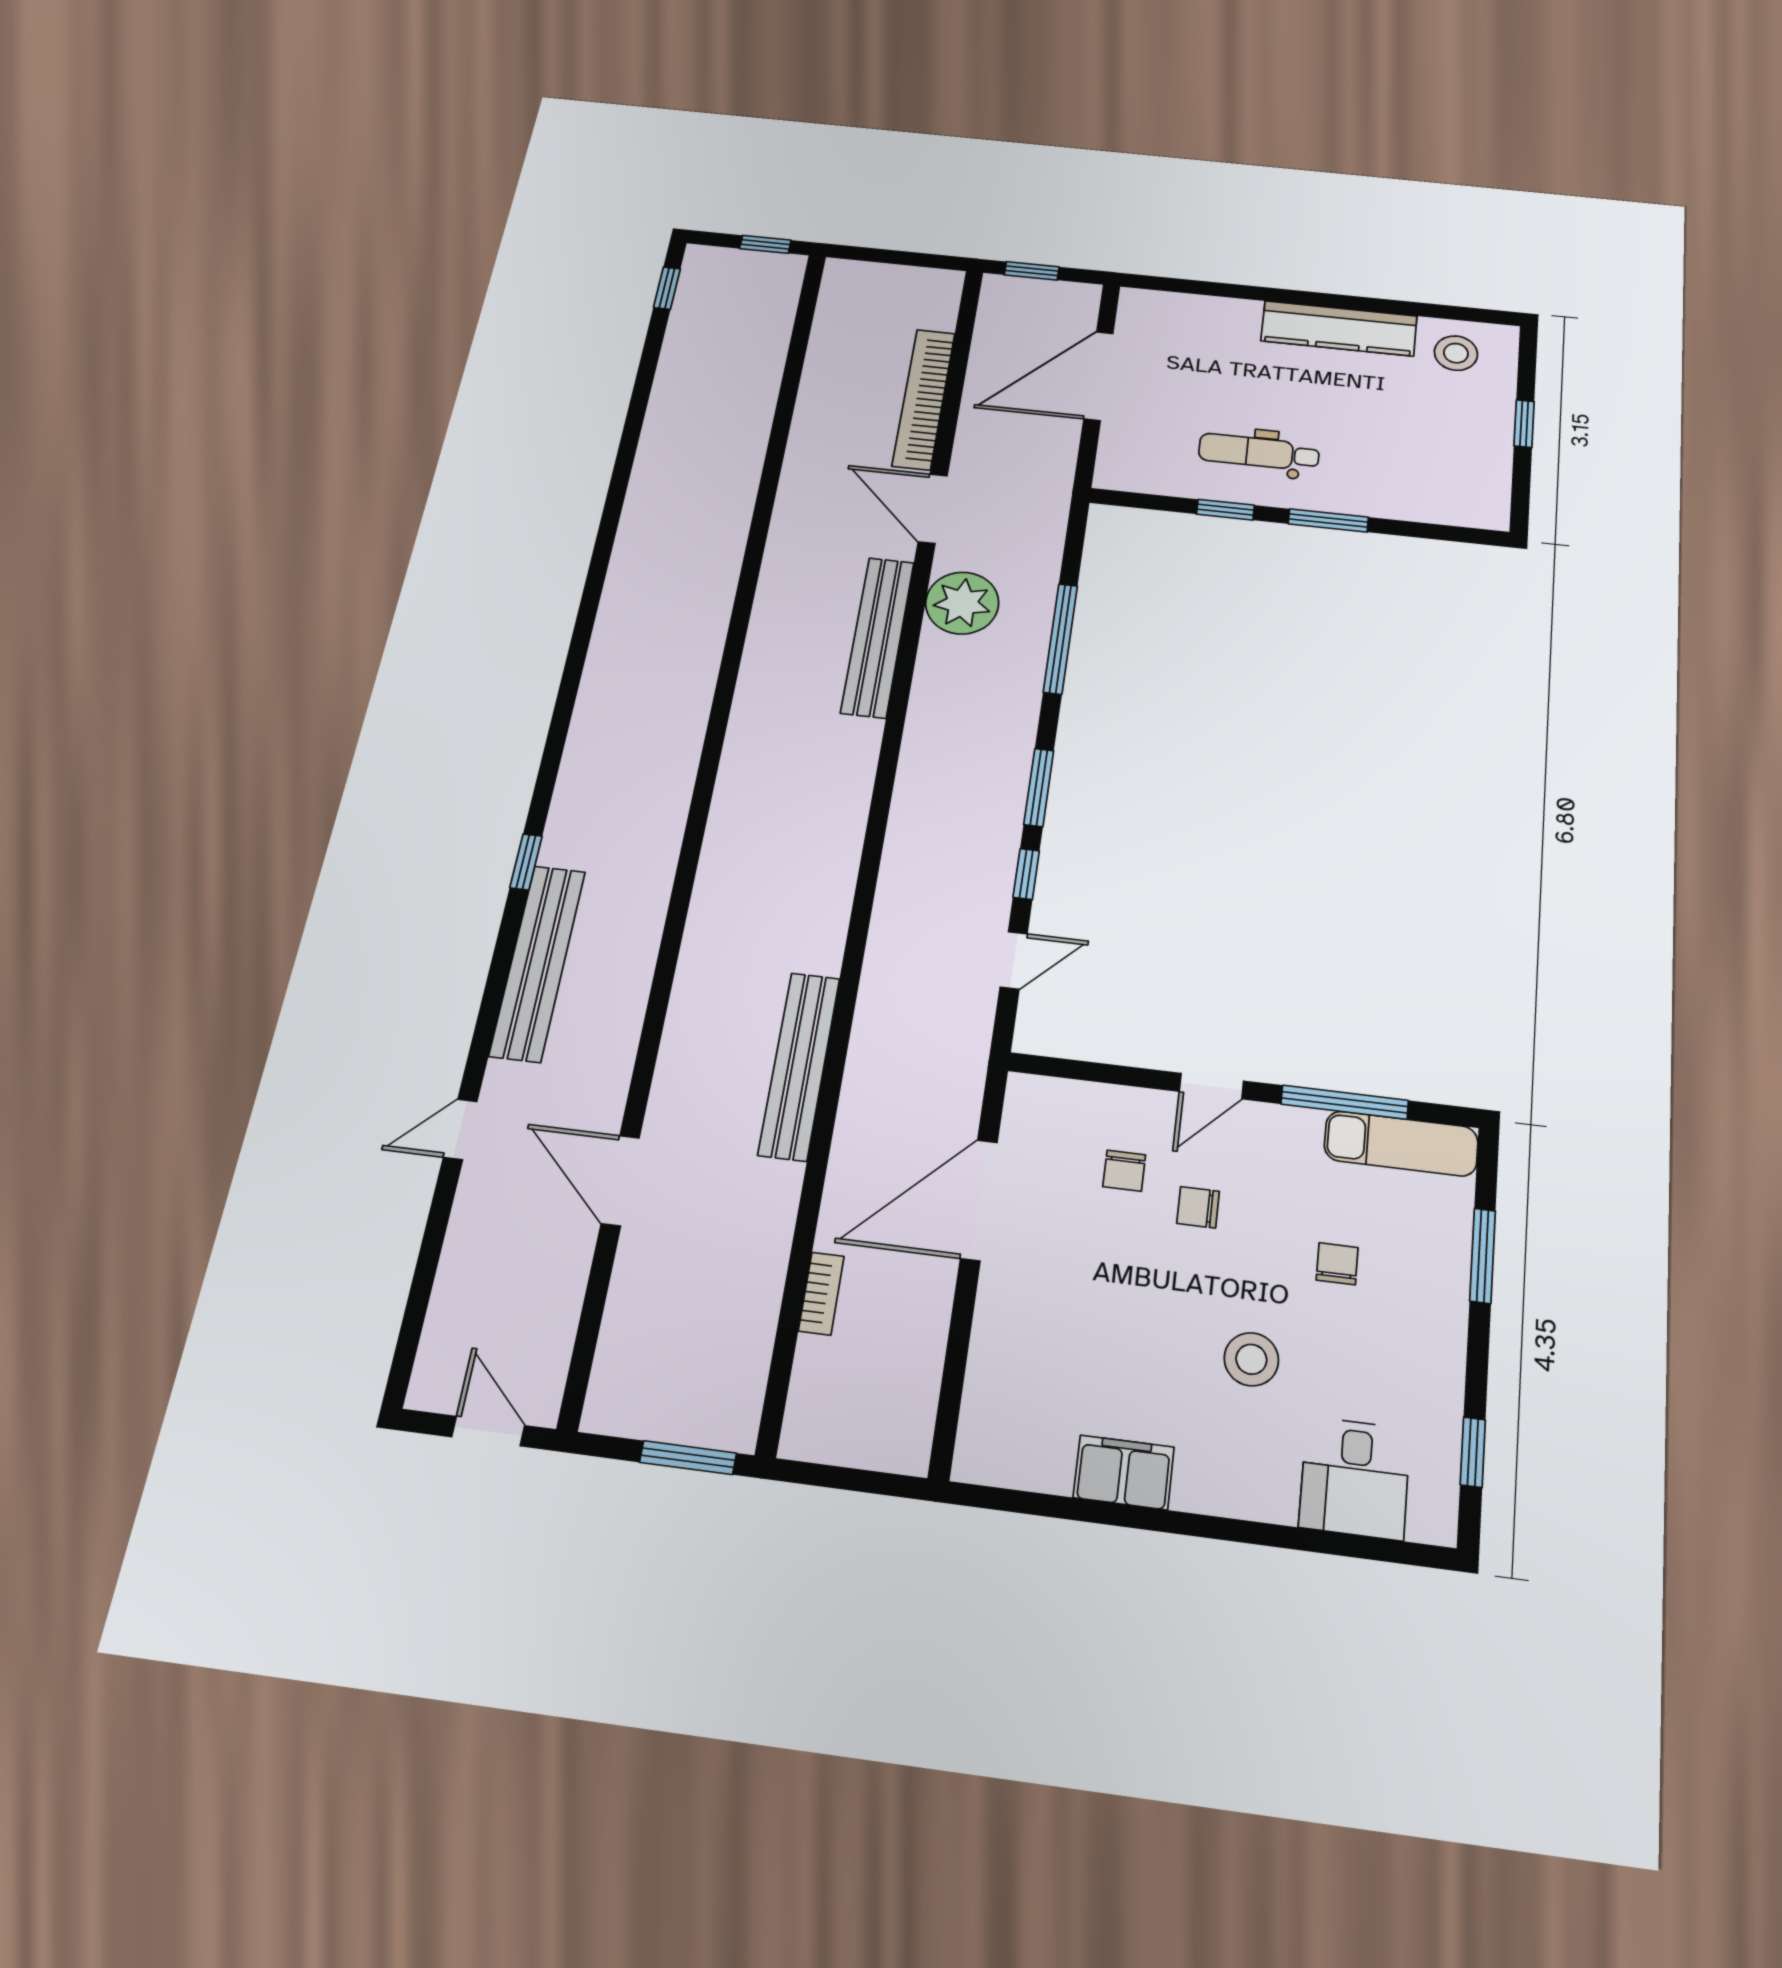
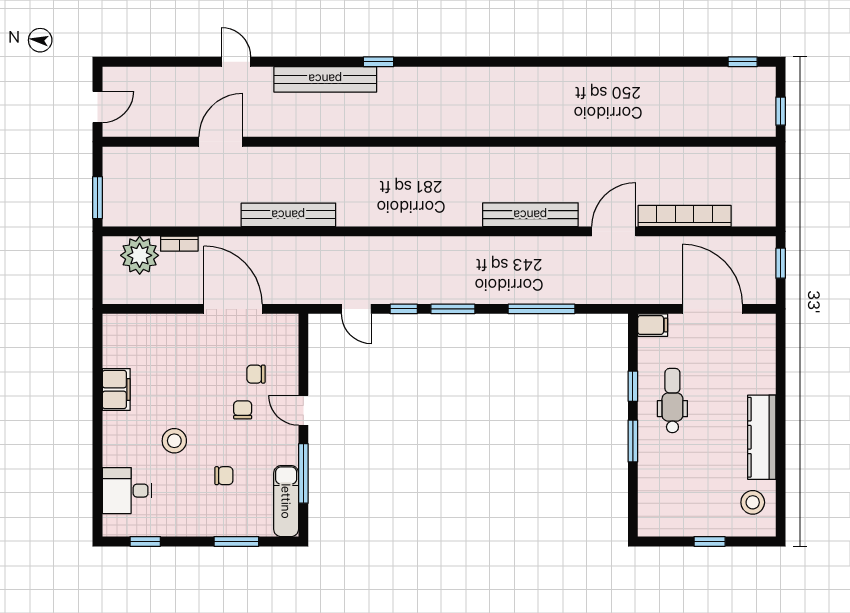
filing cabinet: (1115, 467) -> (653, 325), added
plant: (962, 603) -> (140, 255), moved

